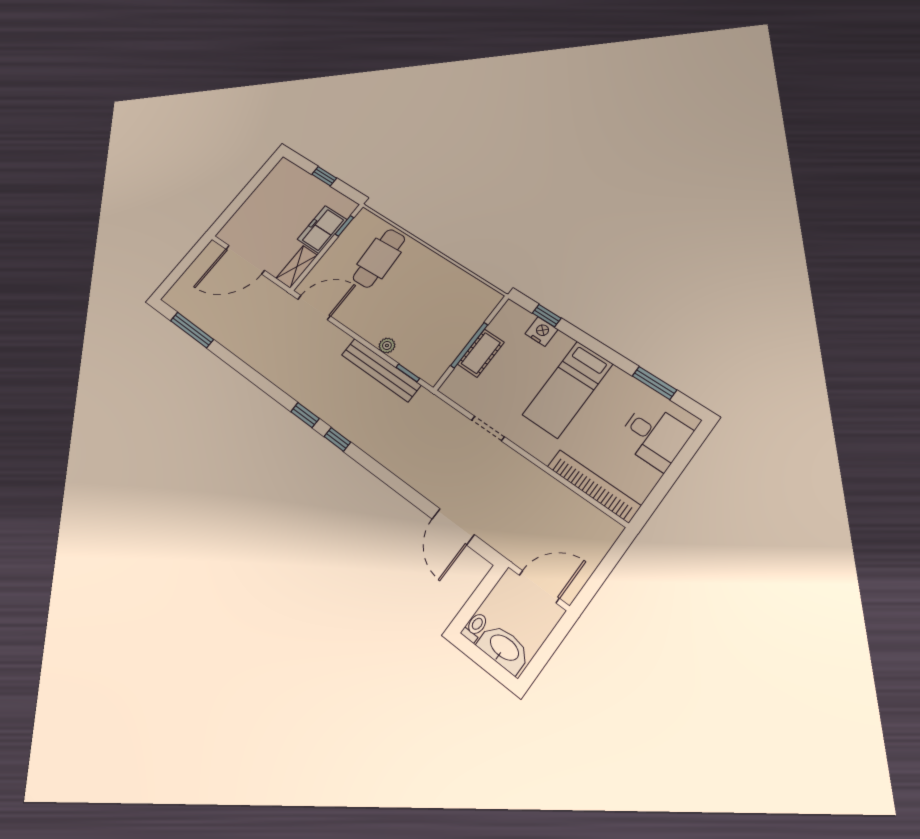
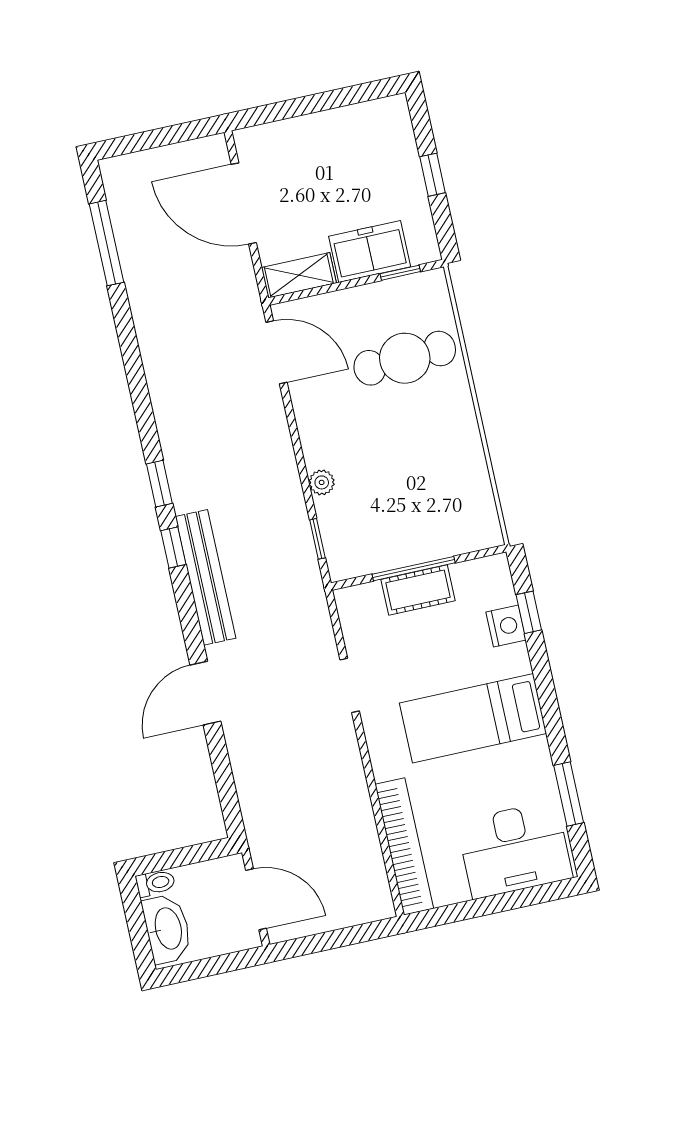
bench: (381, 370) -> (206, 577), moved
desk: (654, 436) -> (514, 850), width x1.37
door: (453, 527) -> (205, 693), moved

